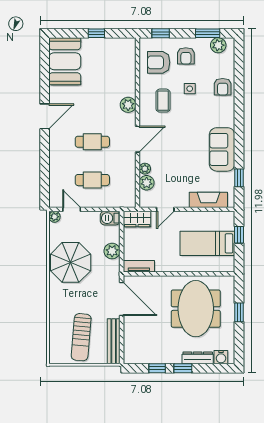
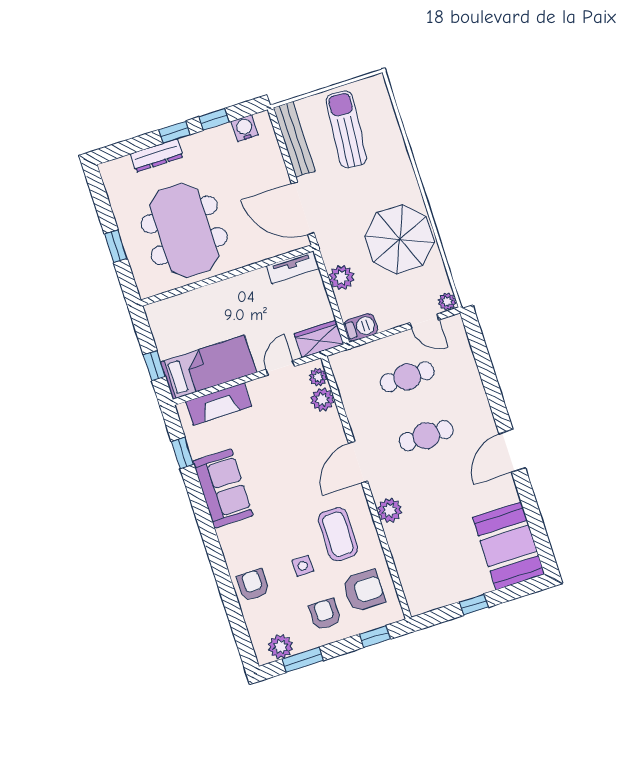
coffee table: (163, 101) -> (338, 534), width x1.36, depth x1.30
plant: (145, 169) -> (318, 377), moved
bed: (207, 243) -> (209, 367), moved
water cooler: (221, 357) -> (245, 128), moved

